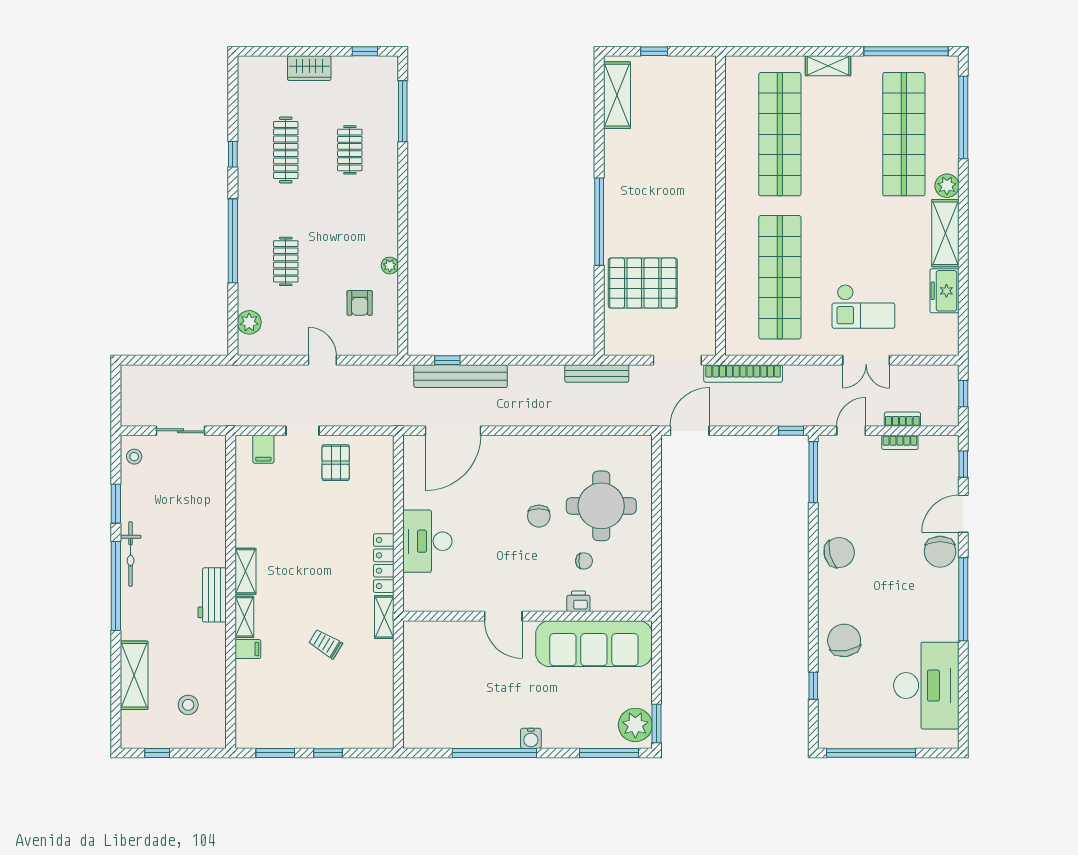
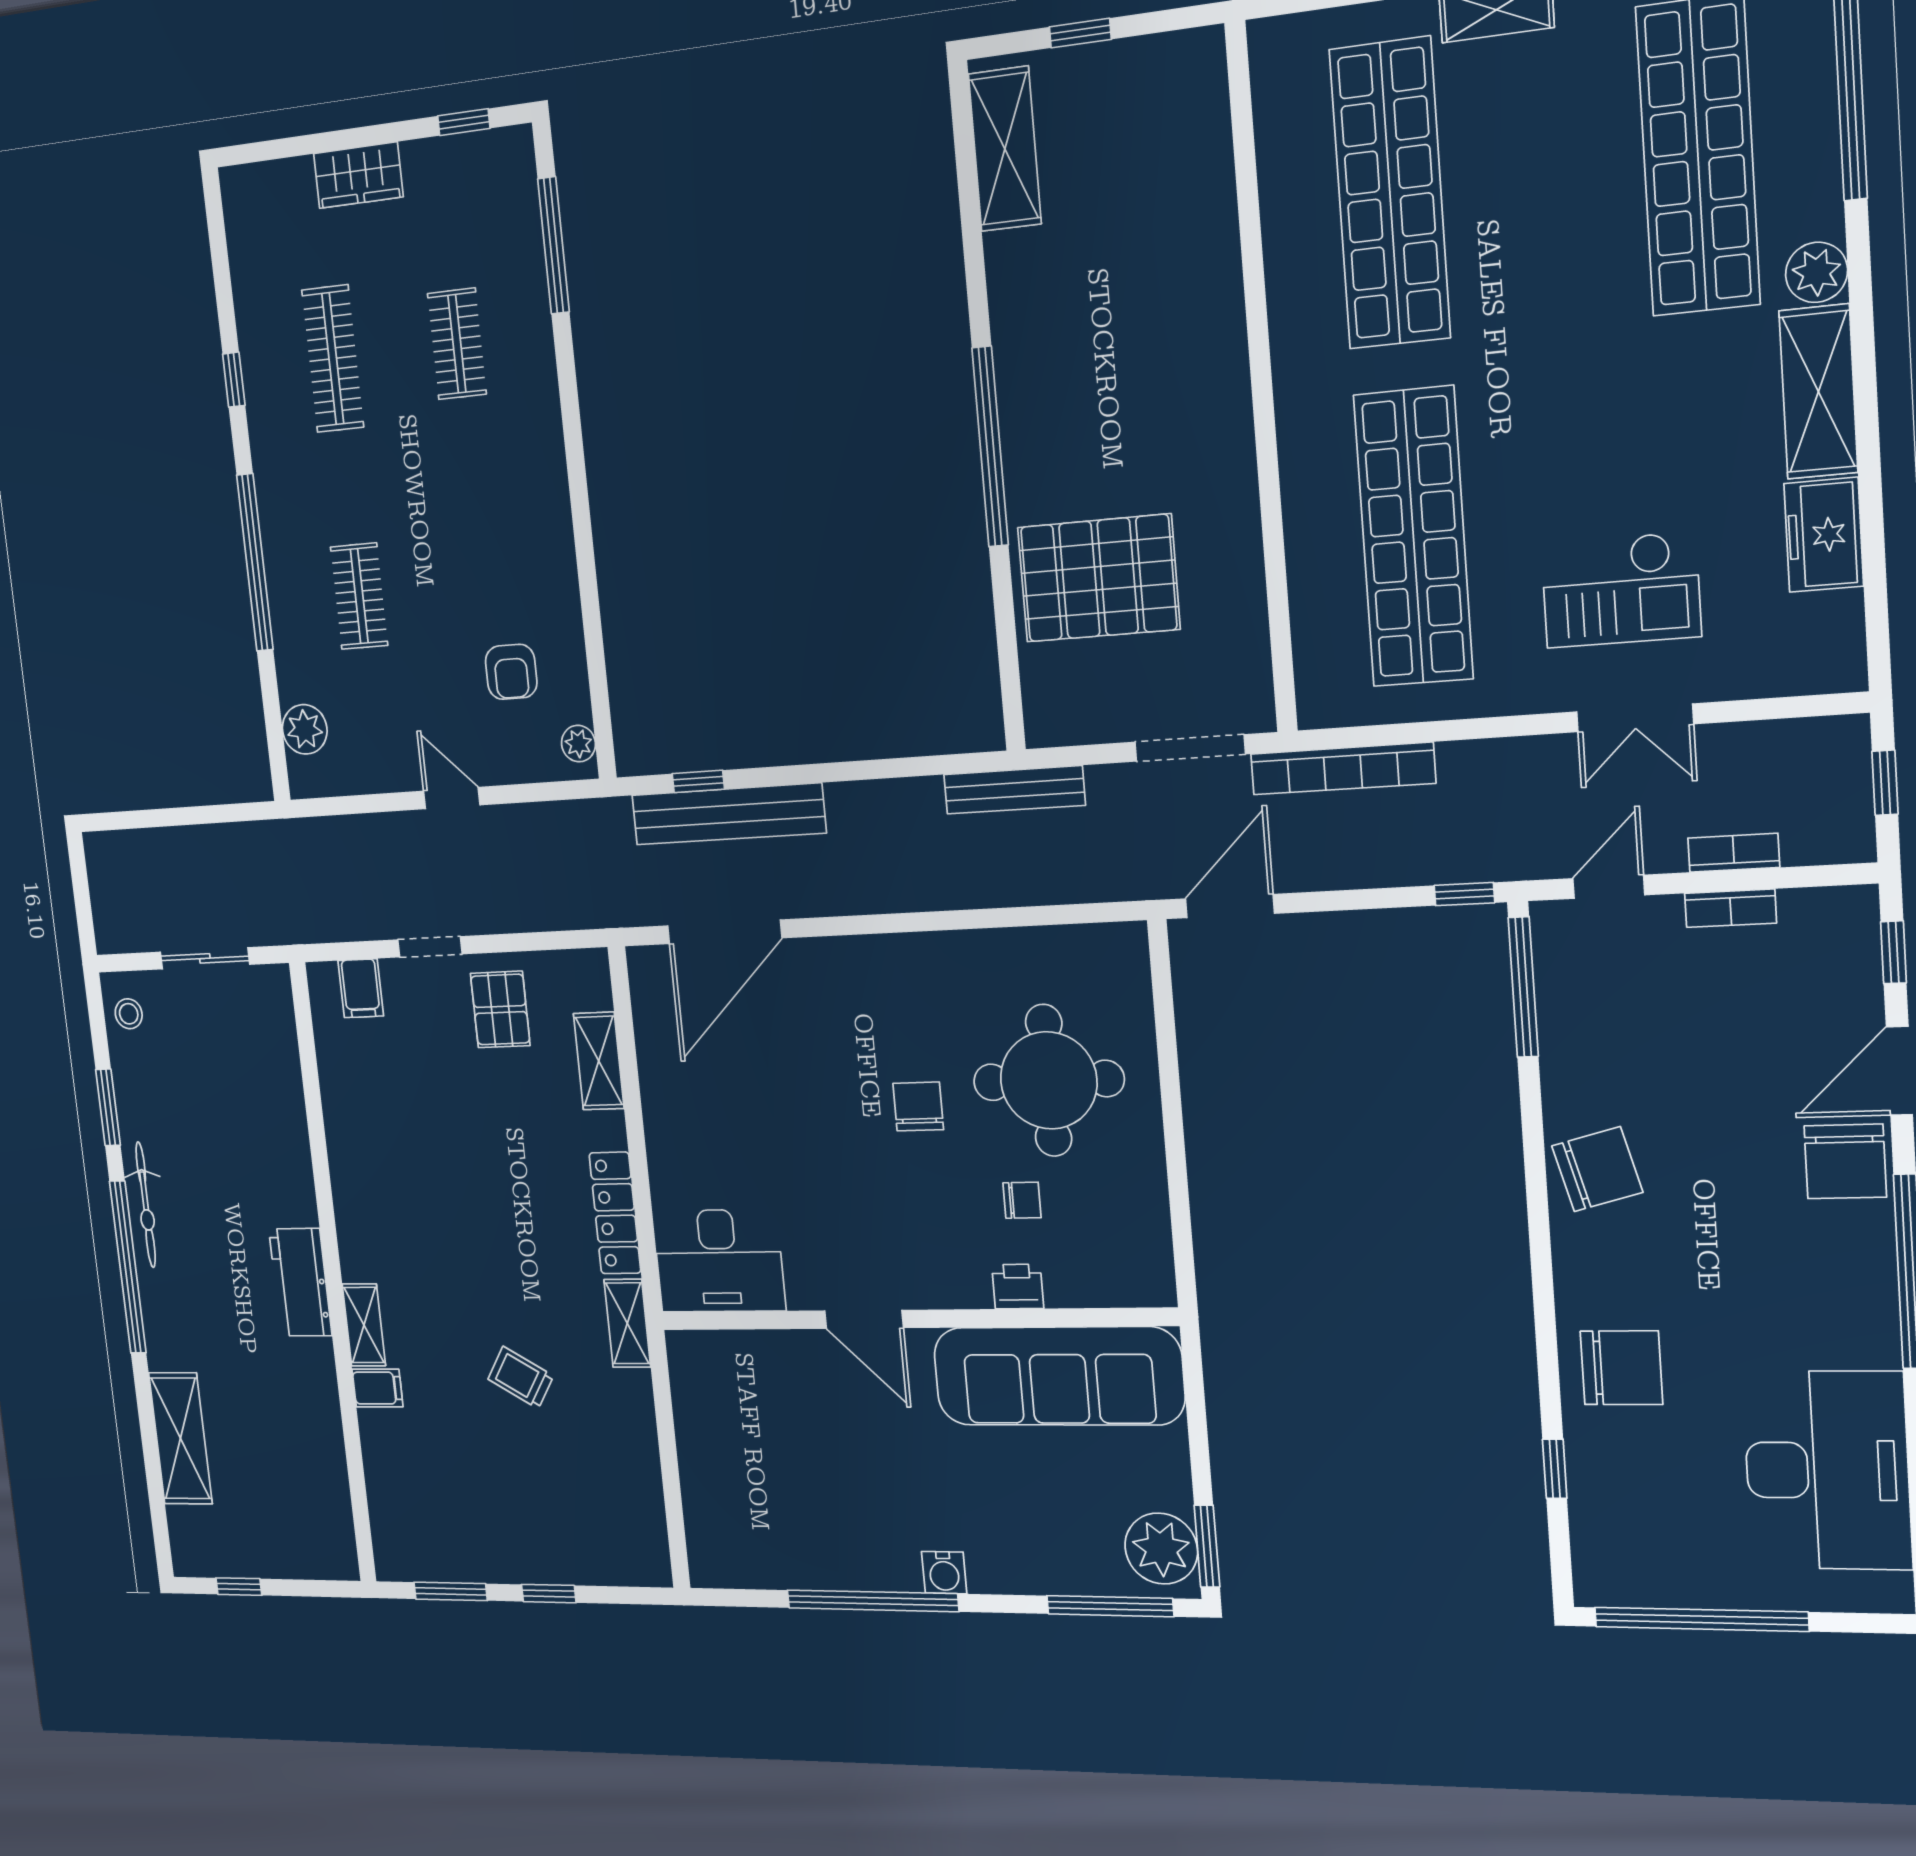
plant: (390, 266) -> (578, 744), moved
chair: (539, 516) -> (918, 1107), turned 180
desk: (427, 541) -> (719, 1261), moved, turned -90
shelving: (245, 571) -> (599, 1061), moved
chair: (844, 640) -> (1621, 1368), turned 99
stool: (188, 705) -> (283, 1496), removed

